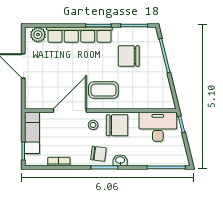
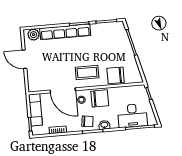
chair: (129, 56) -> (116, 75), moved
door: (70, 111) -> (63, 90), swing flipped
desk: (158, 127) -> (132, 116), moved, turned 180

